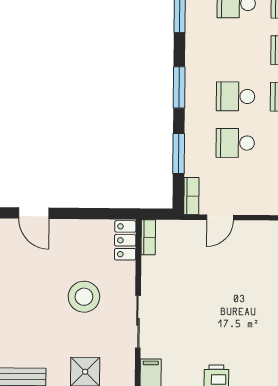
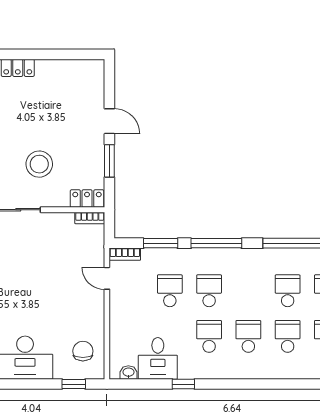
window: (179, 87) -> (216, 243), width x1.44
door: (34, 213) -> (109, 121), swing flipped
window: (81, 214) -> (109, 161), added

